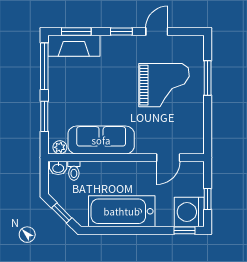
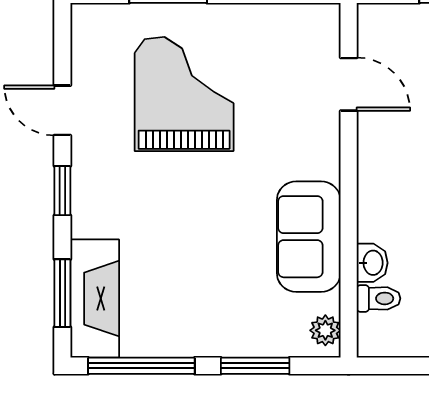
sofa: (101, 140) -> (309, 237), width x0.73
washbasin: (58, 168) -> (372, 263), moved

